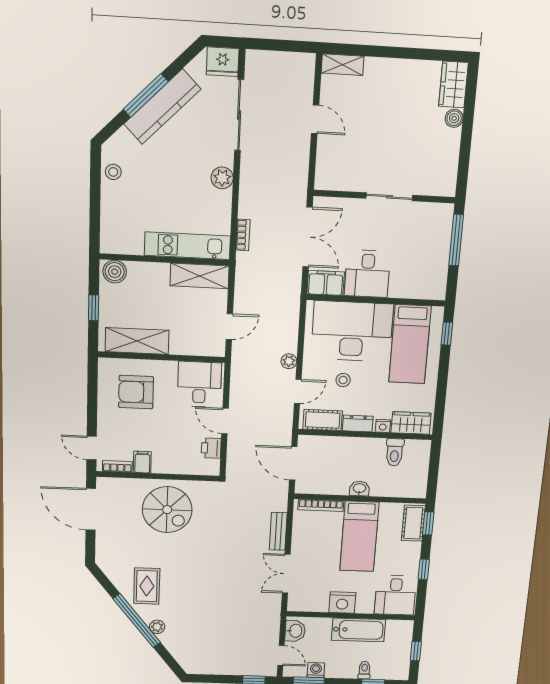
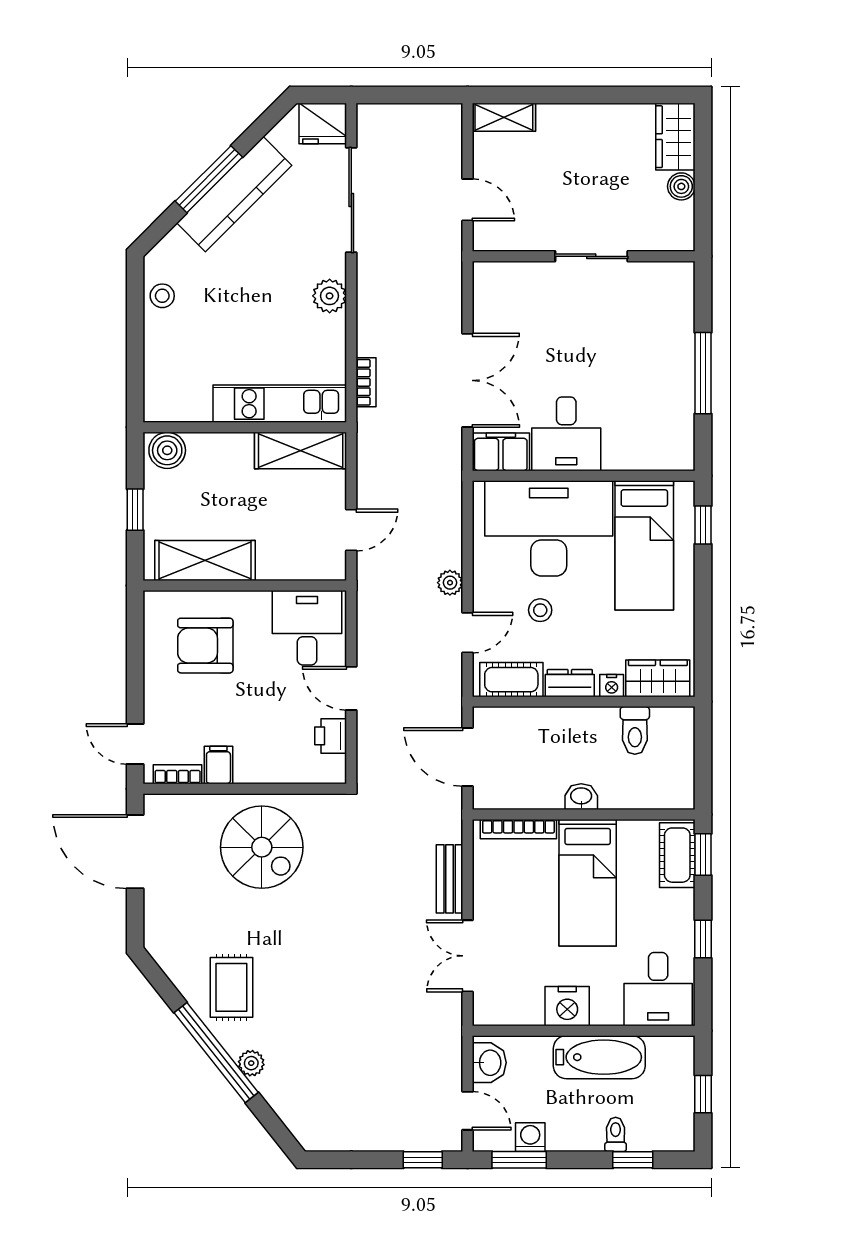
wall: (384, 197) -> (584, 256), moved
sliding door: (389, 197) -> (591, 256), moved

